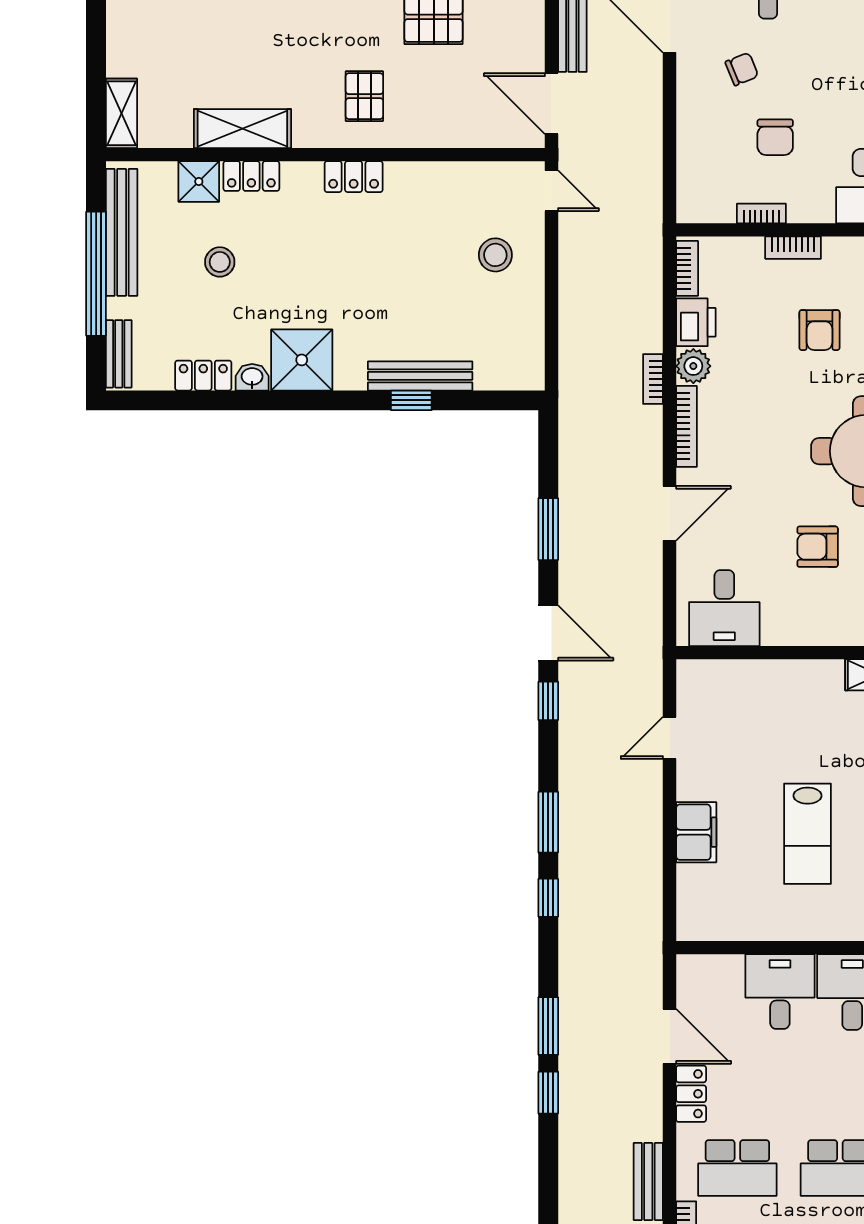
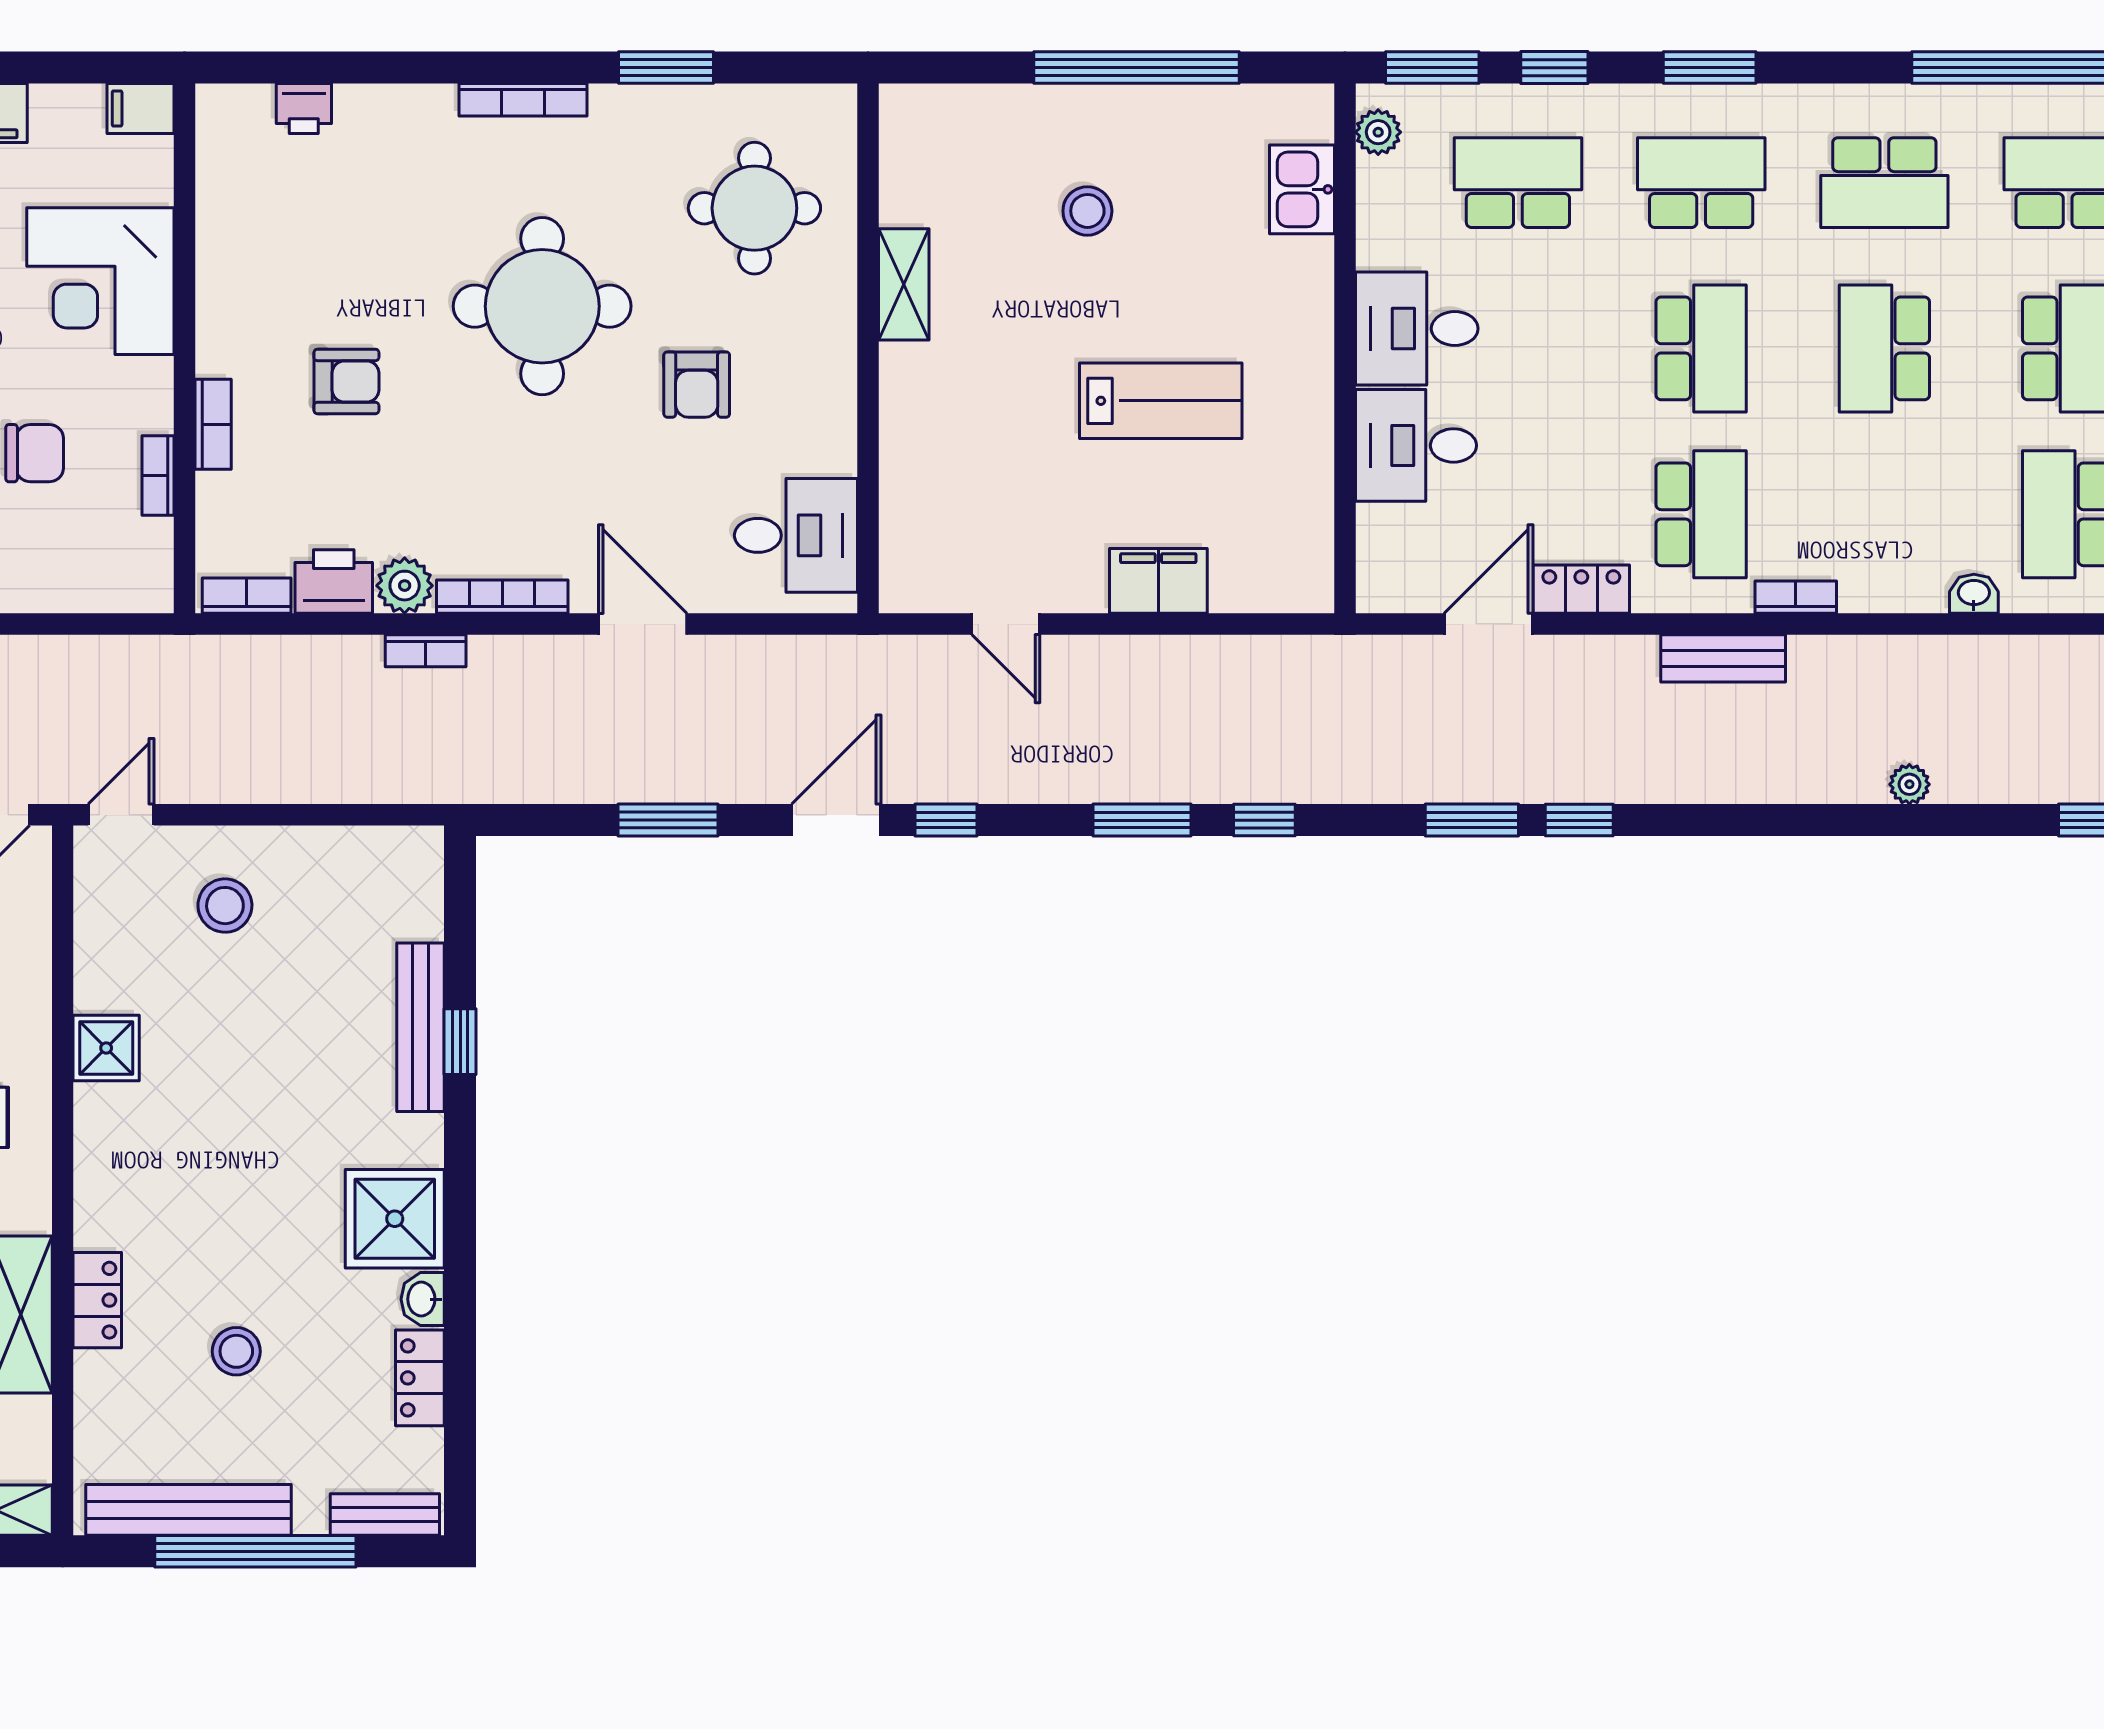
locker: (354, 177) -> (98, 1135), removed
shower: (199, 181) -> (106, 1048), moved

